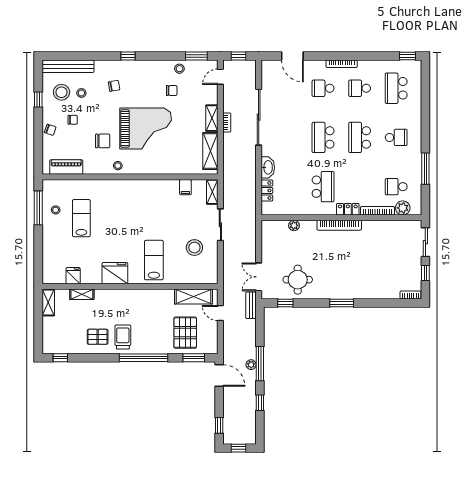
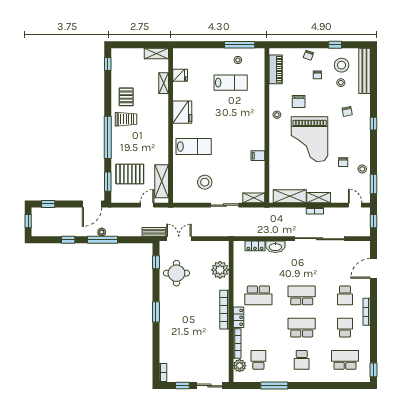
school desk: (323, 88) -> (345, 295), turned 180
filing cabinet: (185, 187) -> (258, 156), moved
plant: (294, 225) -> (220, 270), width x1.87, depth x1.87

